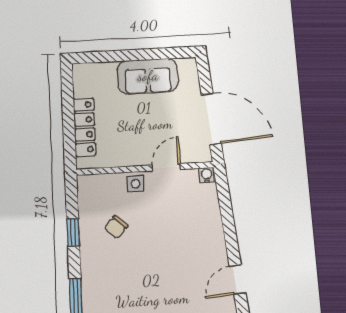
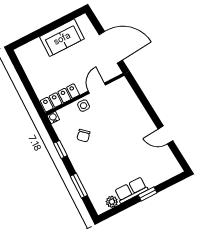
locker: (85, 127) -> (60, 98), moved, turned -90
water cooler: (207, 175) -> (53, 118), moved
door: (238, 279) -> (165, 135), hinge flipped

